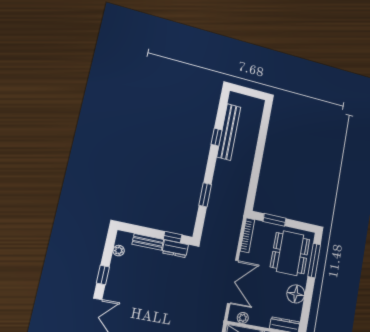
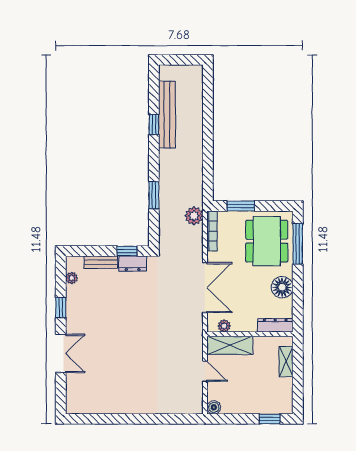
plant: (235, 219) -> (194, 216), added

